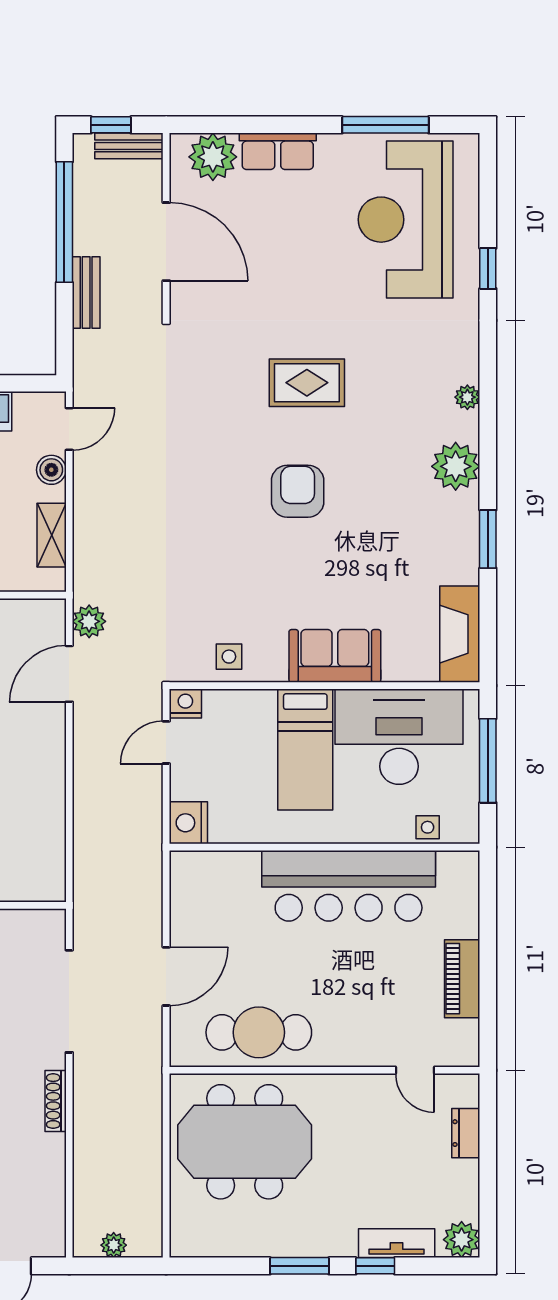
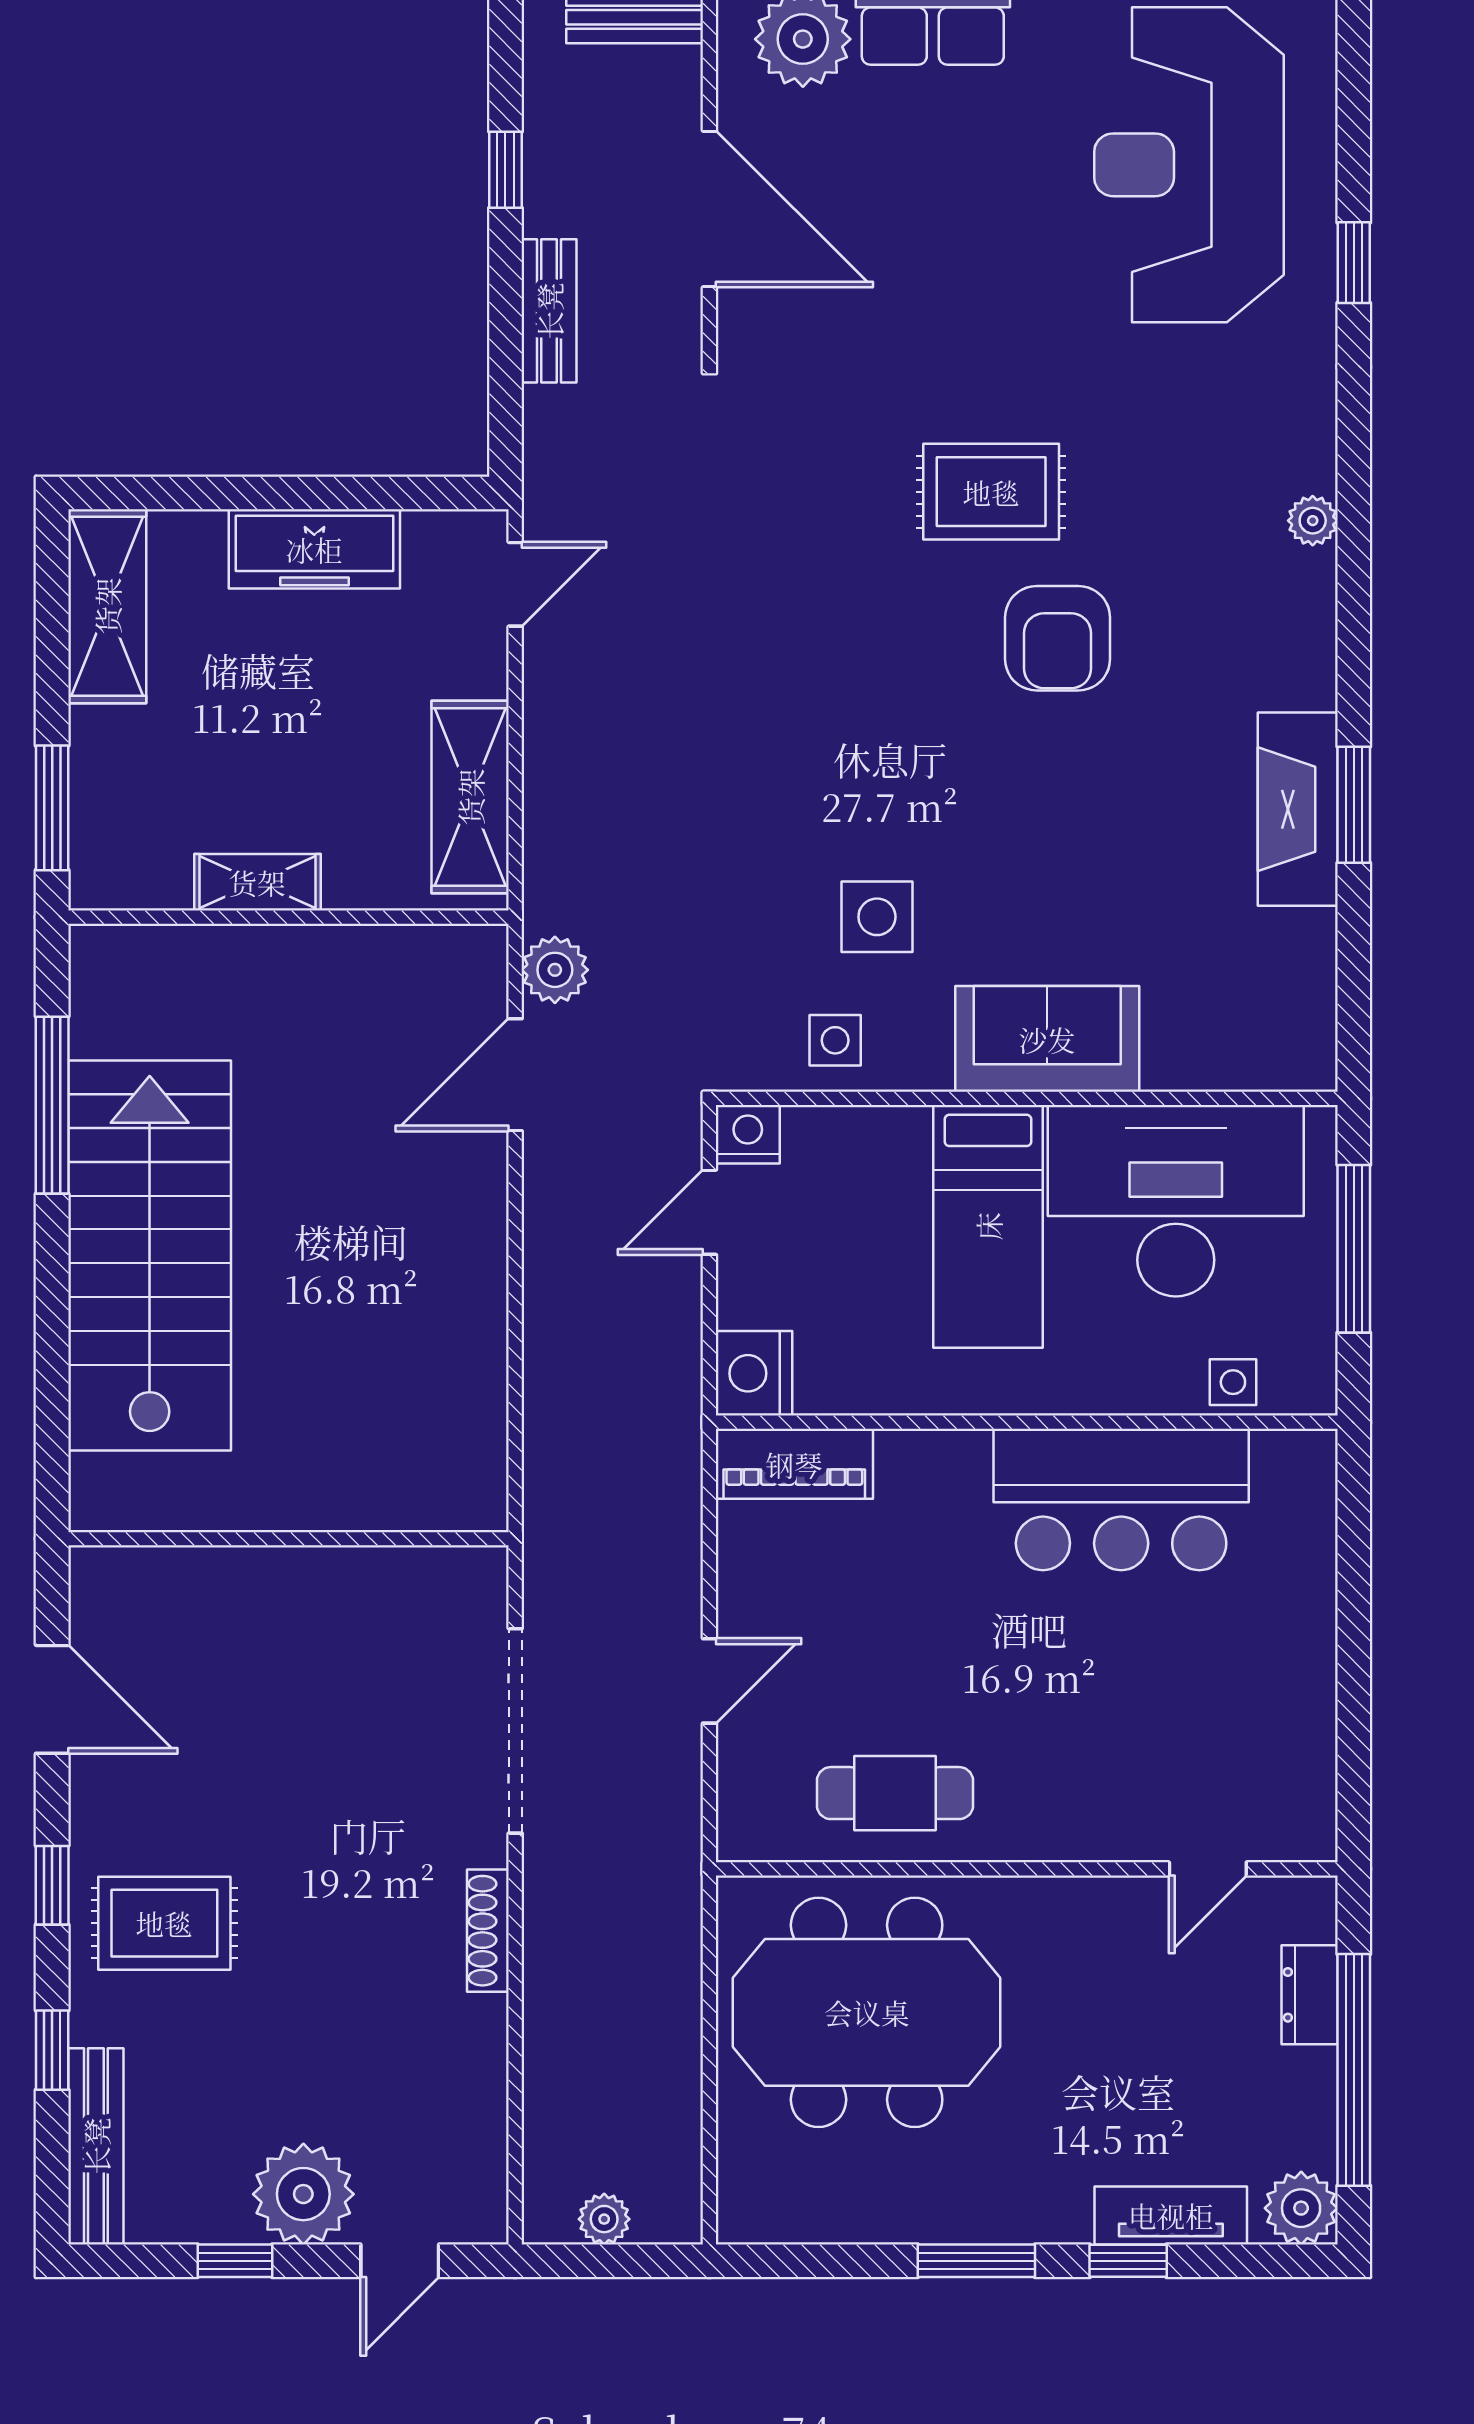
window: (64, 222) -> (505, 170), width x0.32
plant: (456, 466) -> (1289, 659), removed
boiler: (51, 470) -> (479, 666), removed
armchair: (298, 491) -> (1058, 638), moved, turned 180
shelving: (52, 535) -> (470, 797), width x1.50, depth x1.33
side table: (250, 595) -> (877, 917), added
fireplace: (460, 634) -> (1298, 809), moved
bar counter: (349, 886) -> (1121, 1499), width x0.73
door: (166, 976) -> (709, 1681), width x0.73
piano: (462, 979) -> (794, 1464), moved, turned -90
cafe table: (259, 1032) -> (895, 1793), width x0.73, depth x0.74
door: (415, 1070) -> (1208, 1869), hinge flipped
window: (488, 1171) -> (1354, 2070), added

